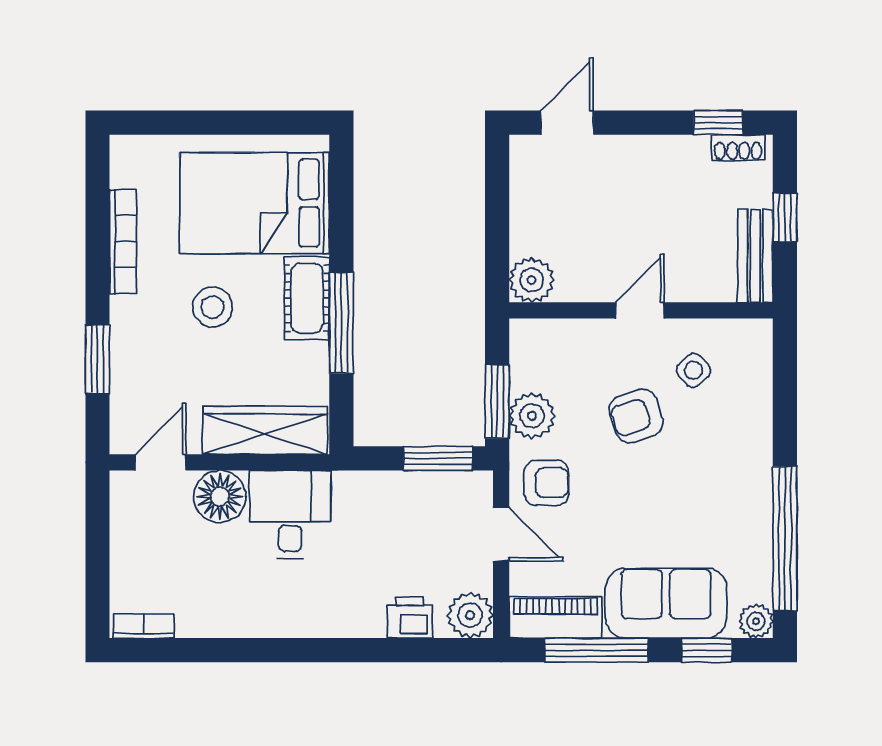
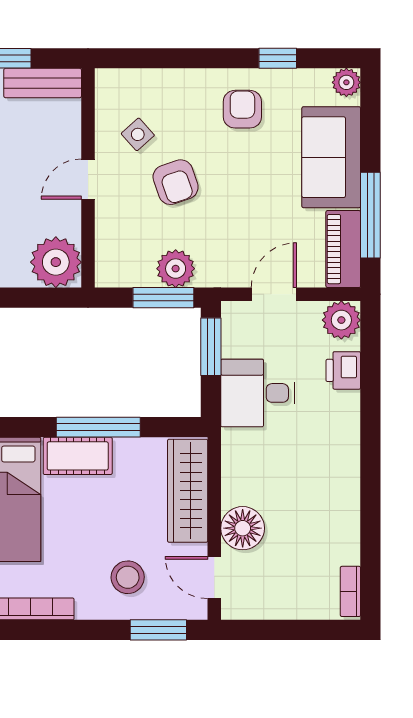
plant: (532, 280) -> (56, 262), width x1.36, depth x1.36
stool: (213, 307) -> (128, 577), moved
door: (640, 310) -> (88, 179), hinge flipped
window: (97, 359) -> (158, 630), moved
armchair: (546, 483) -> (242, 109), moved
desk: (290, 514) -> (258, 393), moved
window: (785, 539) -> (278, 58), width x0.32
window: (707, 650) -> (370, 123), removed

